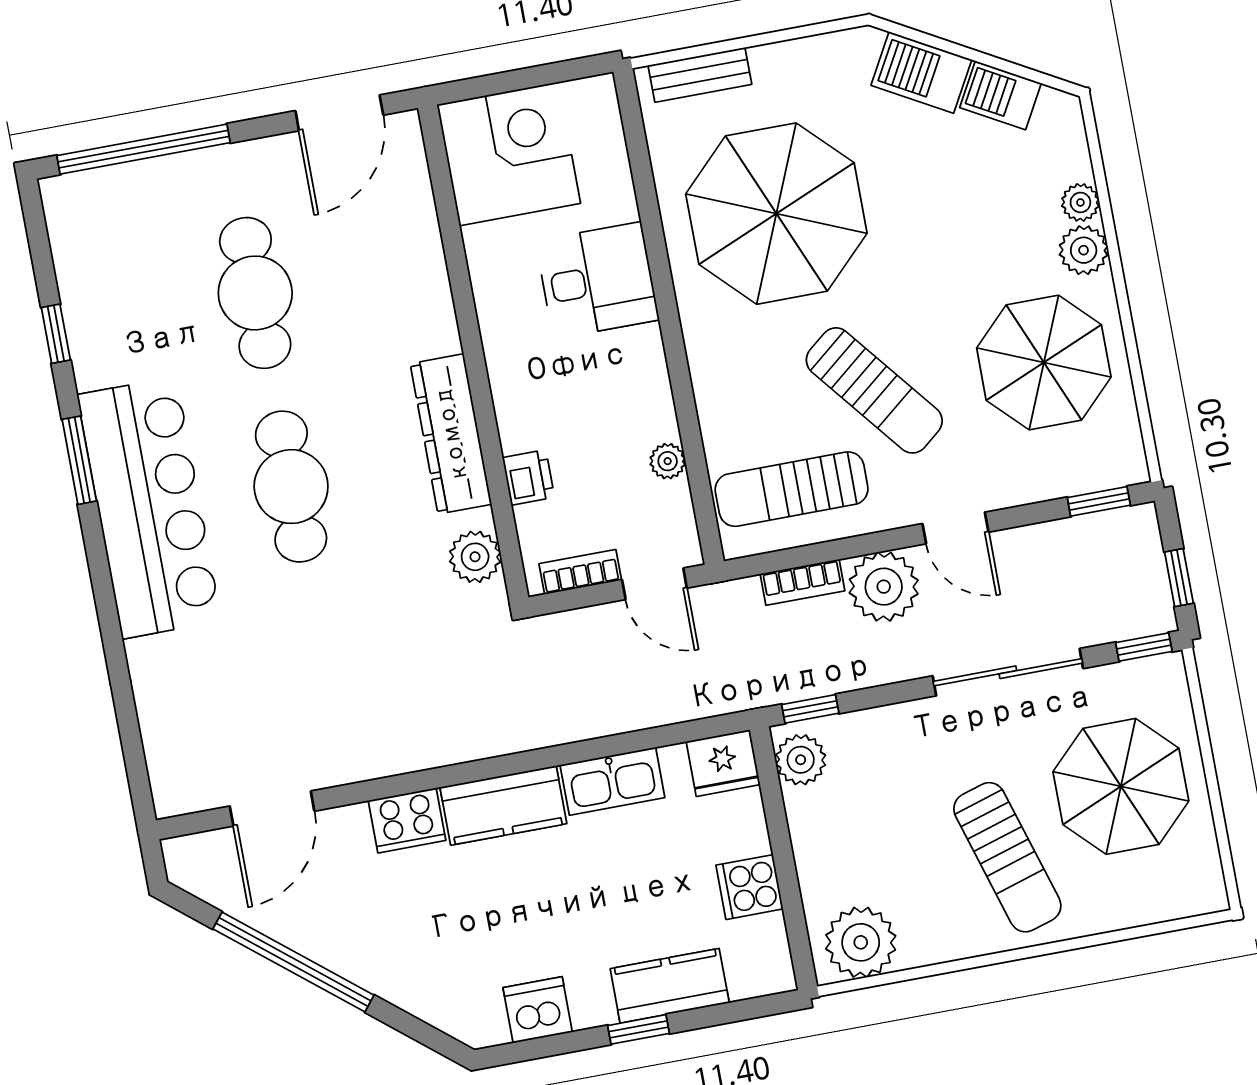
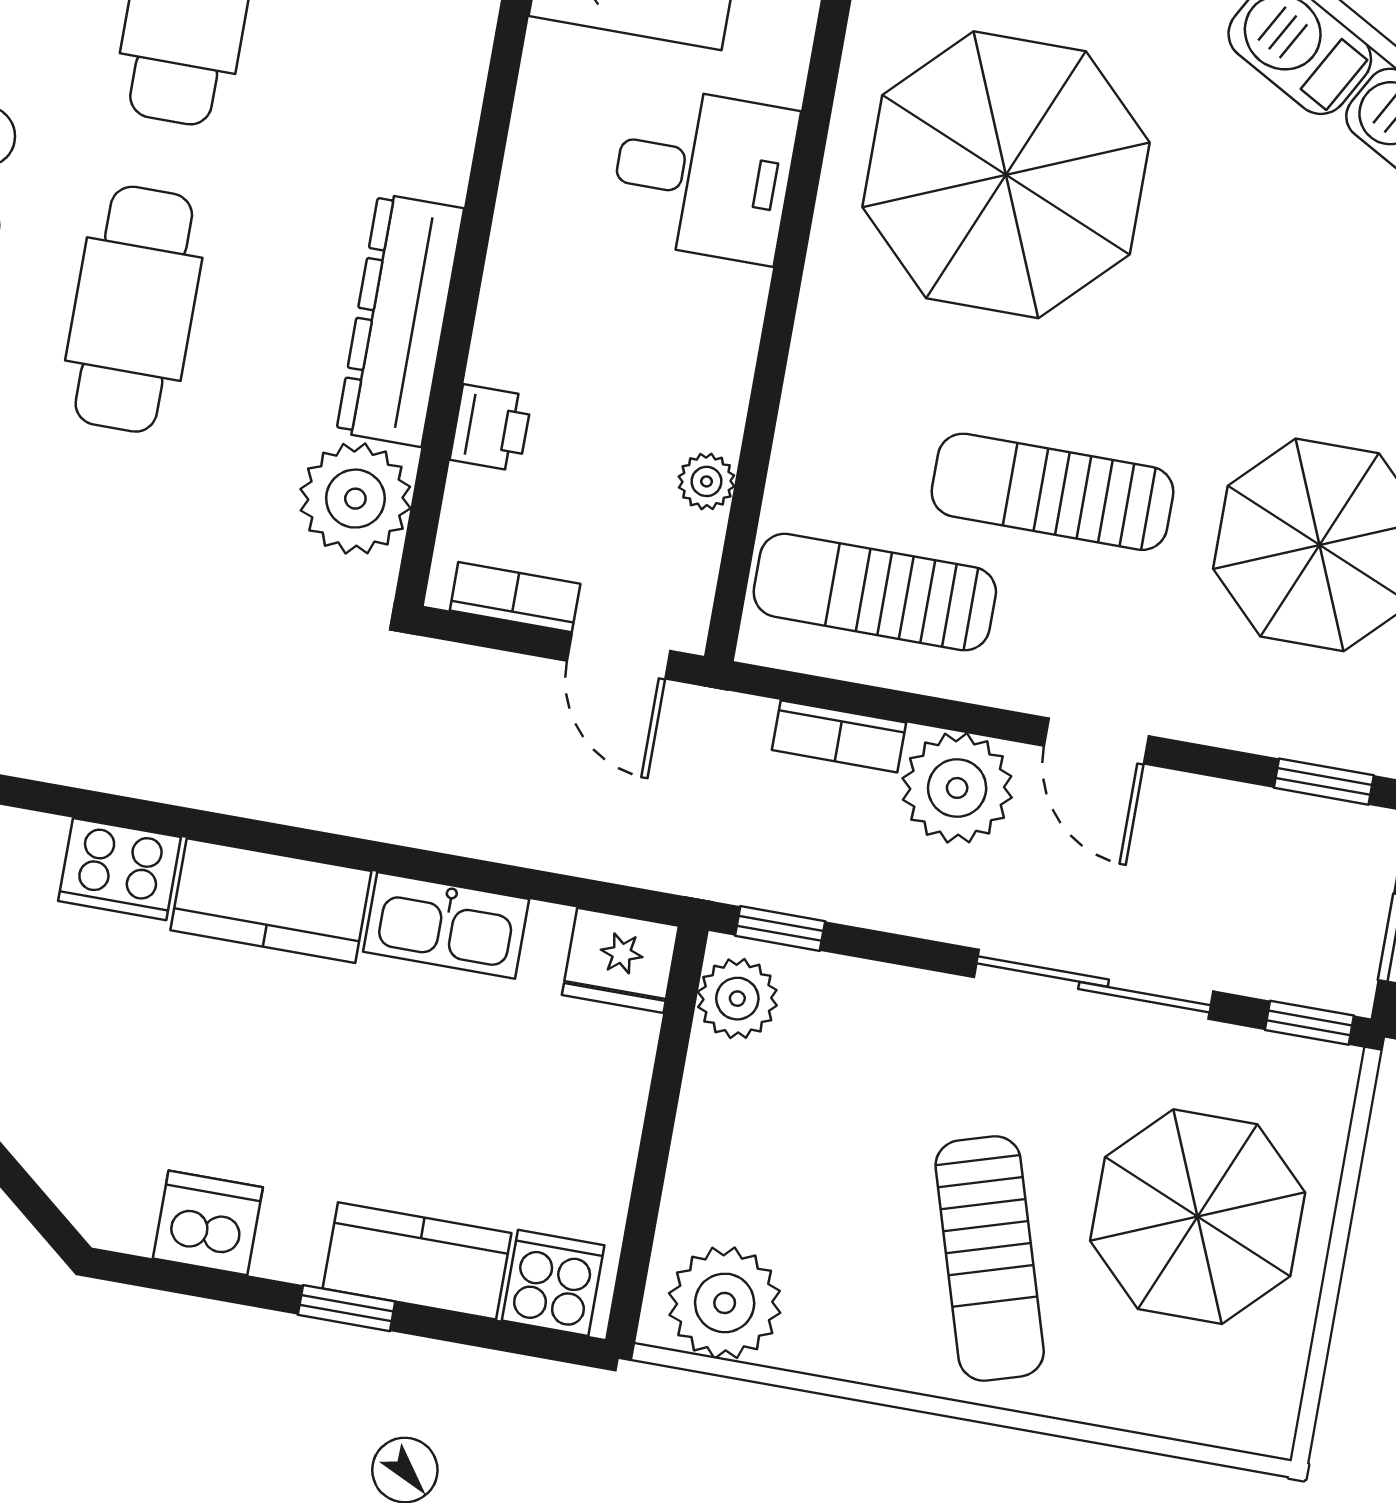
sun lounger: (874, 390) -> (1052, 492), turned 129
plant: (475, 557) -> (355, 499), width x1.36, depth x1.36
cooker: (750, 887) -> (553, 1283), moved, turned 90

